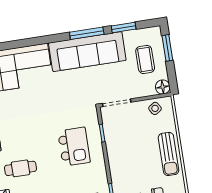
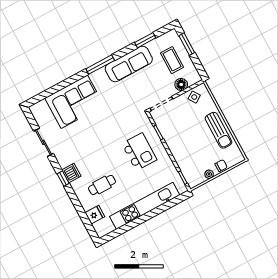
window: (87, 33) -> (100, 65), moved
sofa: (87, 52) -> (129, 64), width x0.74, depth x0.79
floor lamp: (163, 87) -> (181, 84), moved

